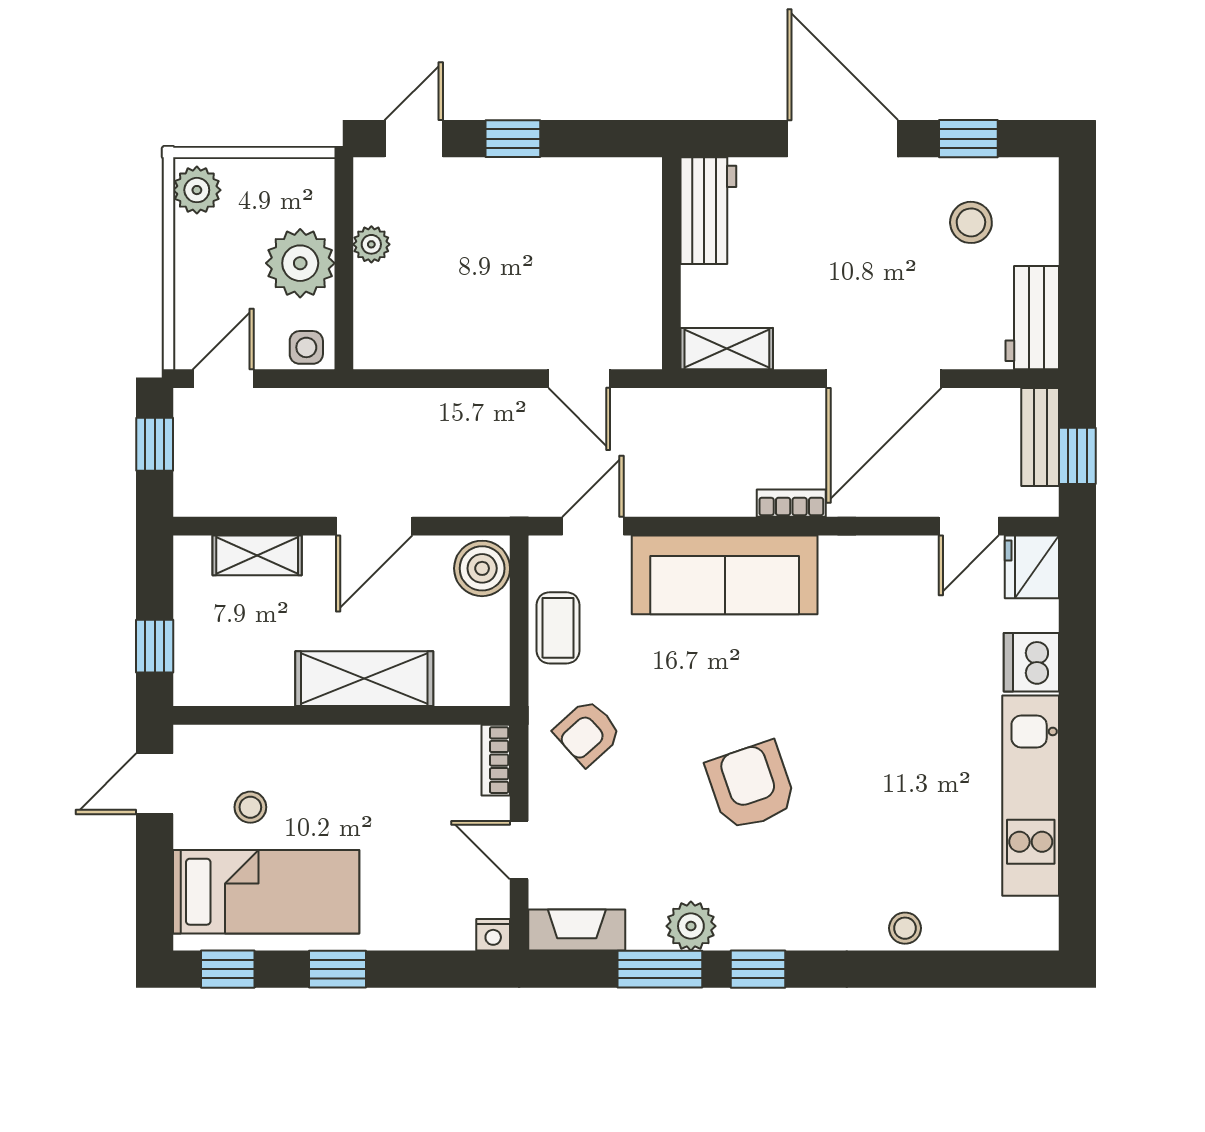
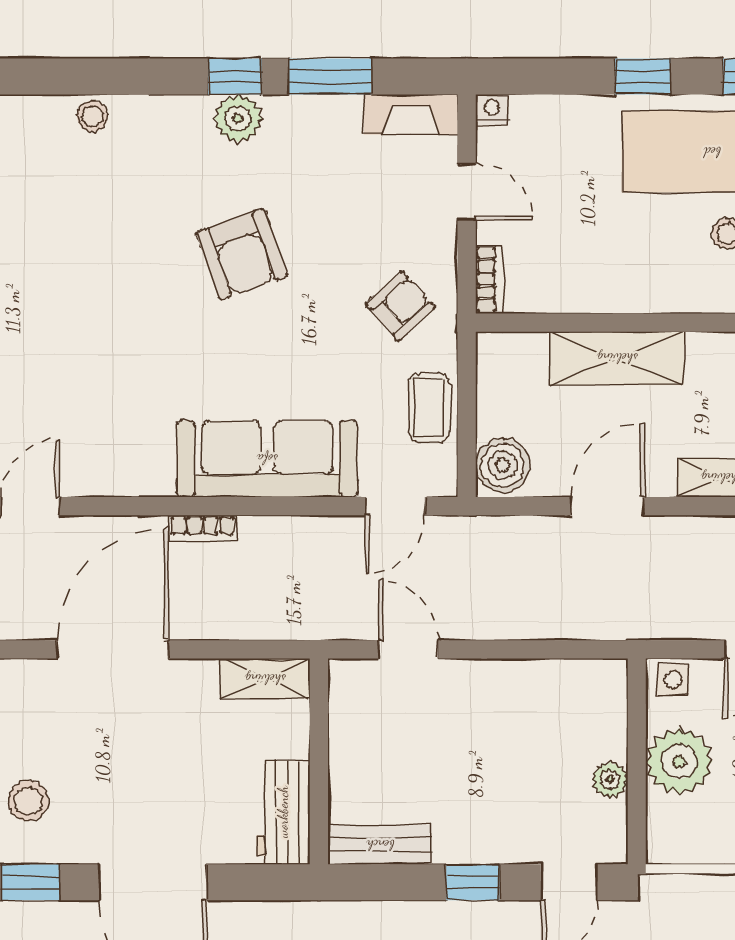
bench: (609, 177) -> (380, 845), added
plant: (691, 926) -> (238, 118), moved

